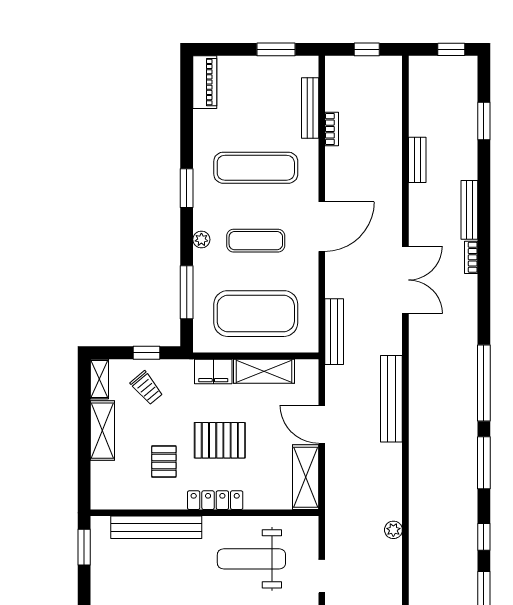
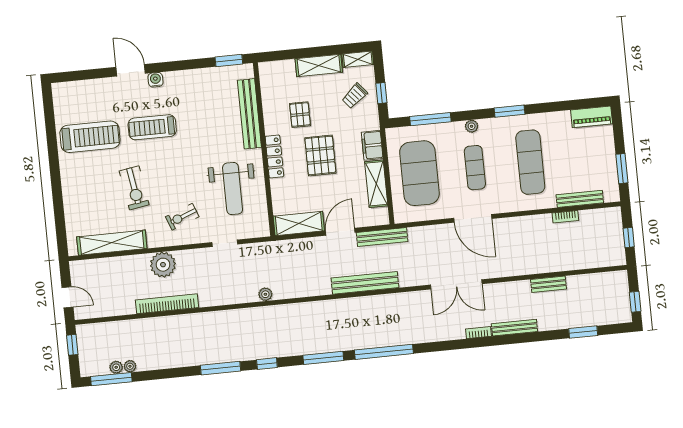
door: (322, 227) -> (473, 218), moved
bench: (334, 332) -> (382, 237), moved
pallet: (164, 461) -> (300, 115), turned 90
weight bench: (251, 559) -> (233, 188), turned 180

